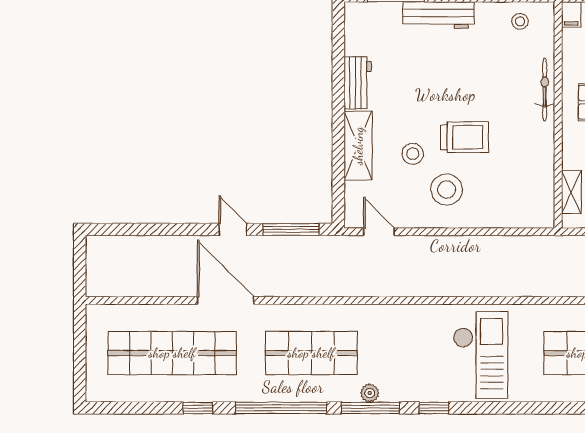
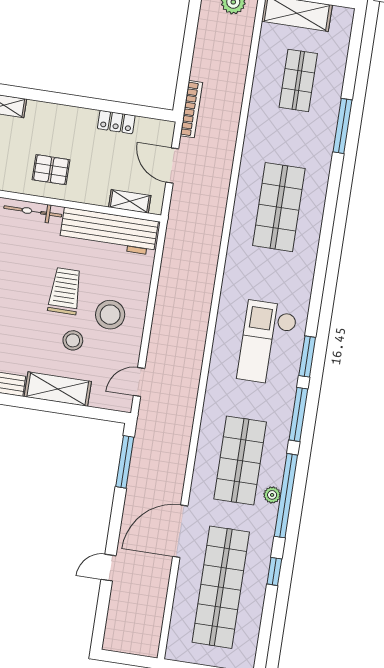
workbench: (536, 174) -> (109, 231), added
door: (233, 229) -> (109, 568), moved
checkout: (481, 355) -> (267, 343), moved, turned -90
plant: (370, 393) -> (272, 495), moved
window: (434, 408) -> (307, 357), width x1.50

